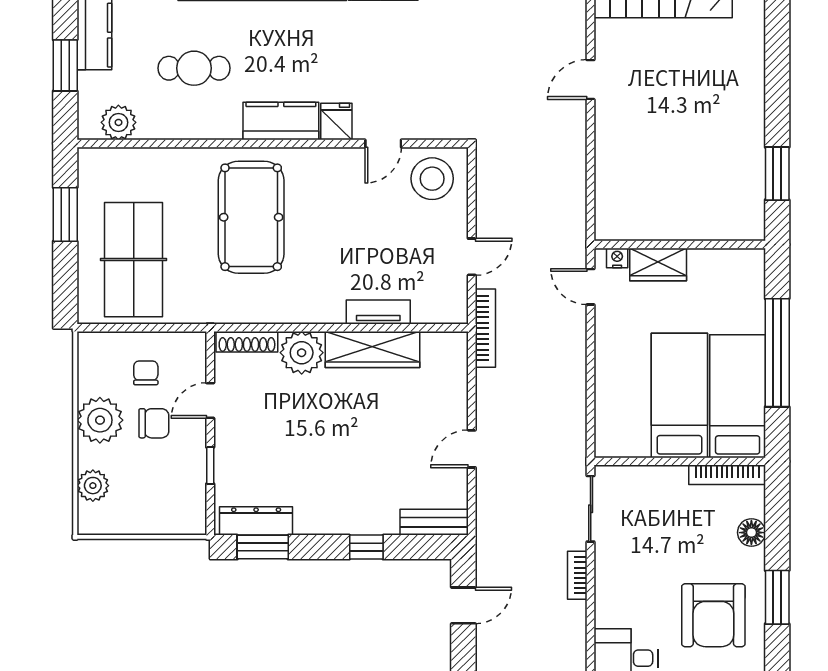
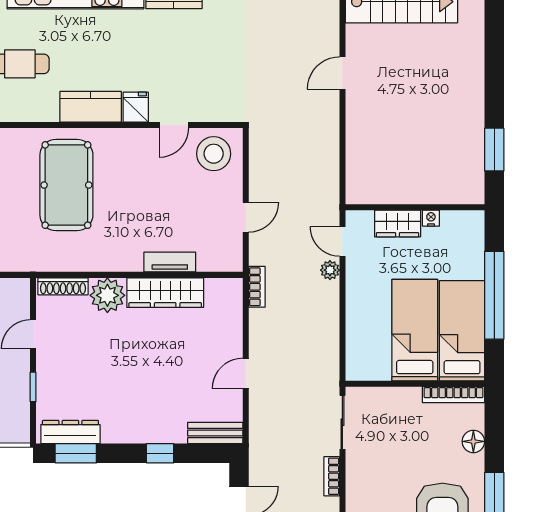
nightstand: (617, 258) -> (431, 218), moved
plant: (575, 322) -> (330, 270), added
bookcase: (485, 328) -> (257, 287), width x0.64

